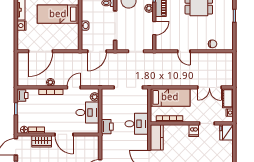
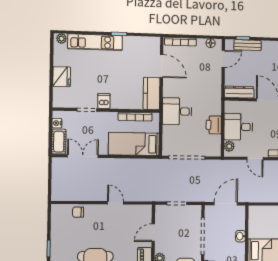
door: (74, 87) -> (255, 159), hinge flipped
printer: (107, 127) -> (214, 125), moved
fridge: (227, 132) -> (62, 77), moved
dresser: (87, 140) -> (239, 92), added

